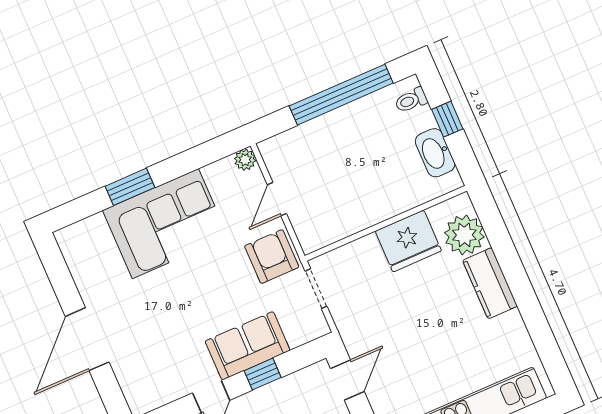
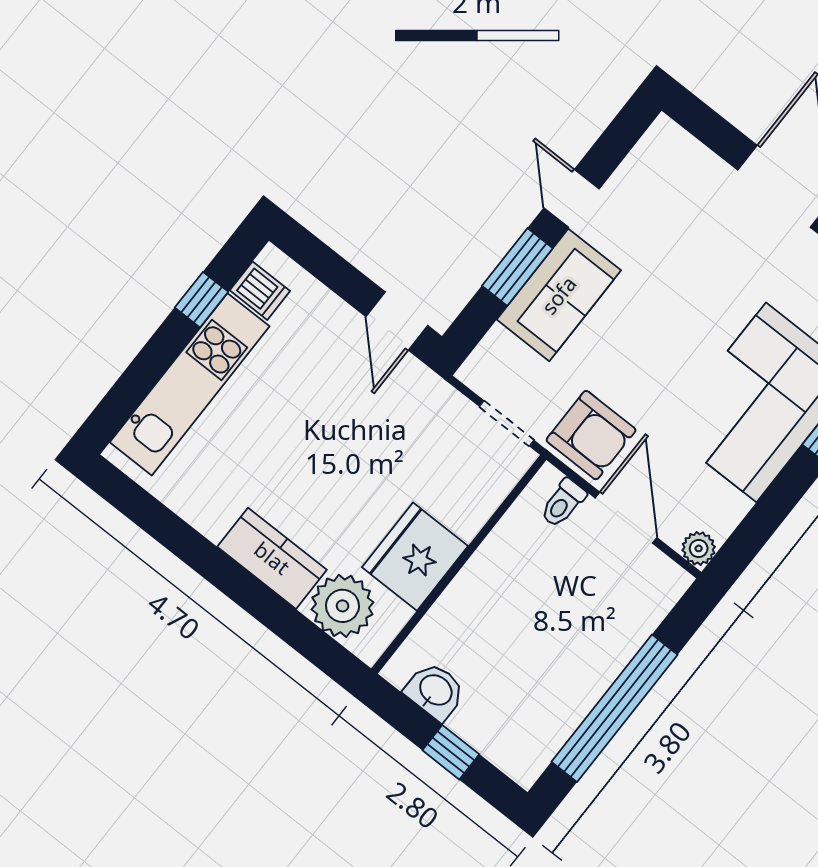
toilet: (411, 100) -> (563, 503), moved, turned 180
washbasin: (435, 153) -> (435, 691), width x0.72
door: (277, 199) -> (626, 518), width x1.38
window: (263, 374) -> (517, 267), width x1.50

